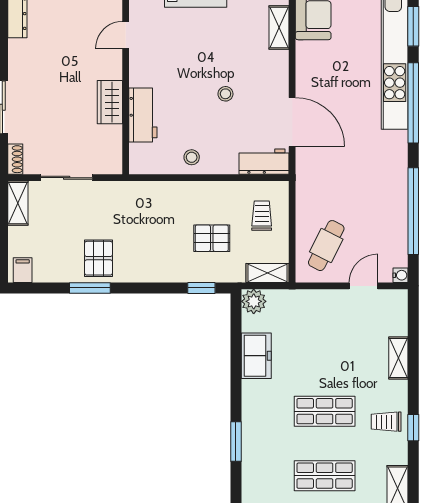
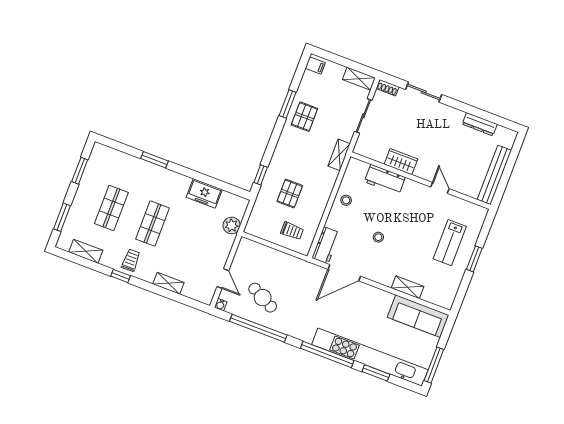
cafe table: (326, 246) -> (263, 298), moved
pallet: (98, 258) -> (304, 117), turned 90
shelving: (267, 273) -> (339, 155), moved
plant: (254, 301) -> (232, 225), moved

